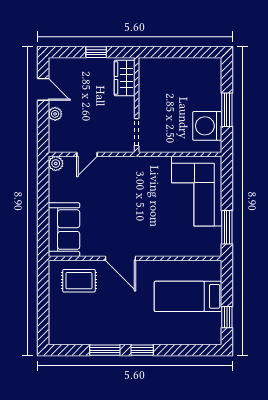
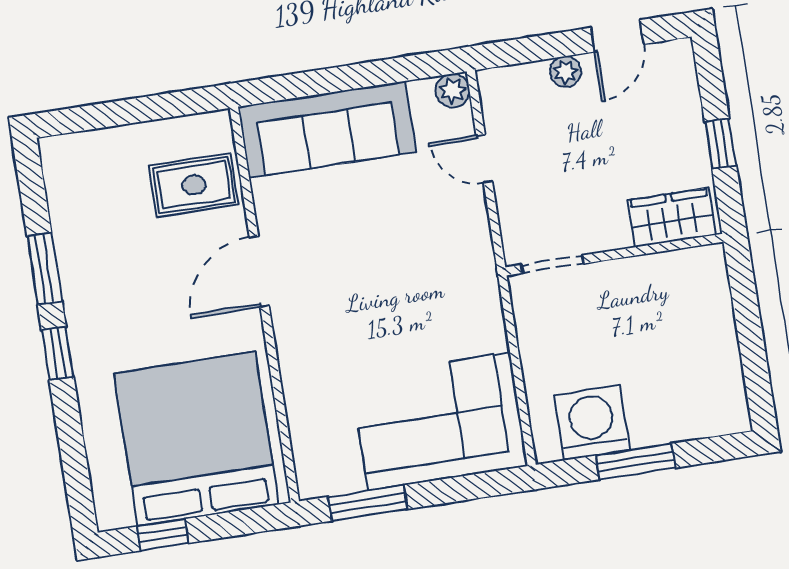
sofa: (64, 230) -> (327, 129), width x1.36
rug: (79, 281) -> (194, 185), turned 90
bed: (188, 296) -> (196, 439), width x2.04

